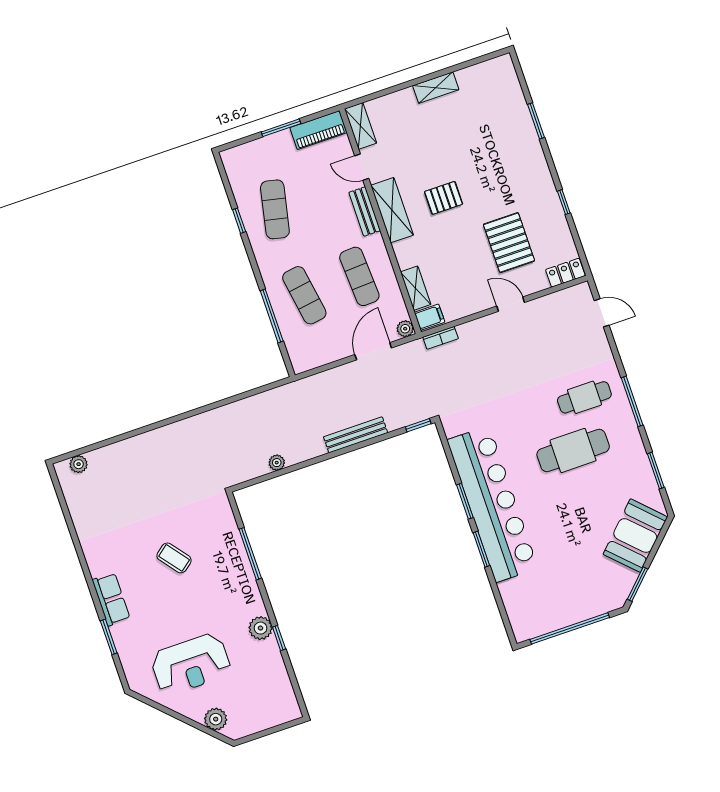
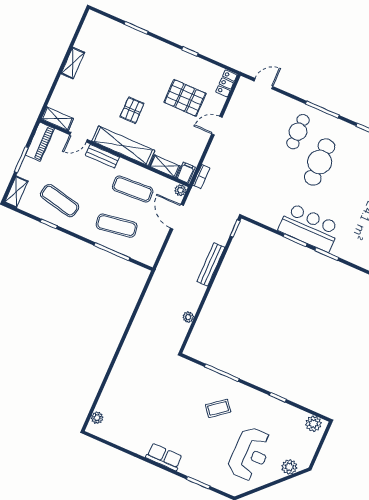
shelving: (241, 154) -> (16, 192), added
shelving: (392, 210) -> (123, 146), width x1.47
bar counter: (492, 504) -> (309, 228), width x0.54
coffee table: (174, 558) -> (218, 408), moved
row of seats: (111, 599) -> (164, 457), moved
plant: (260, 628) -> (313, 424), moved

